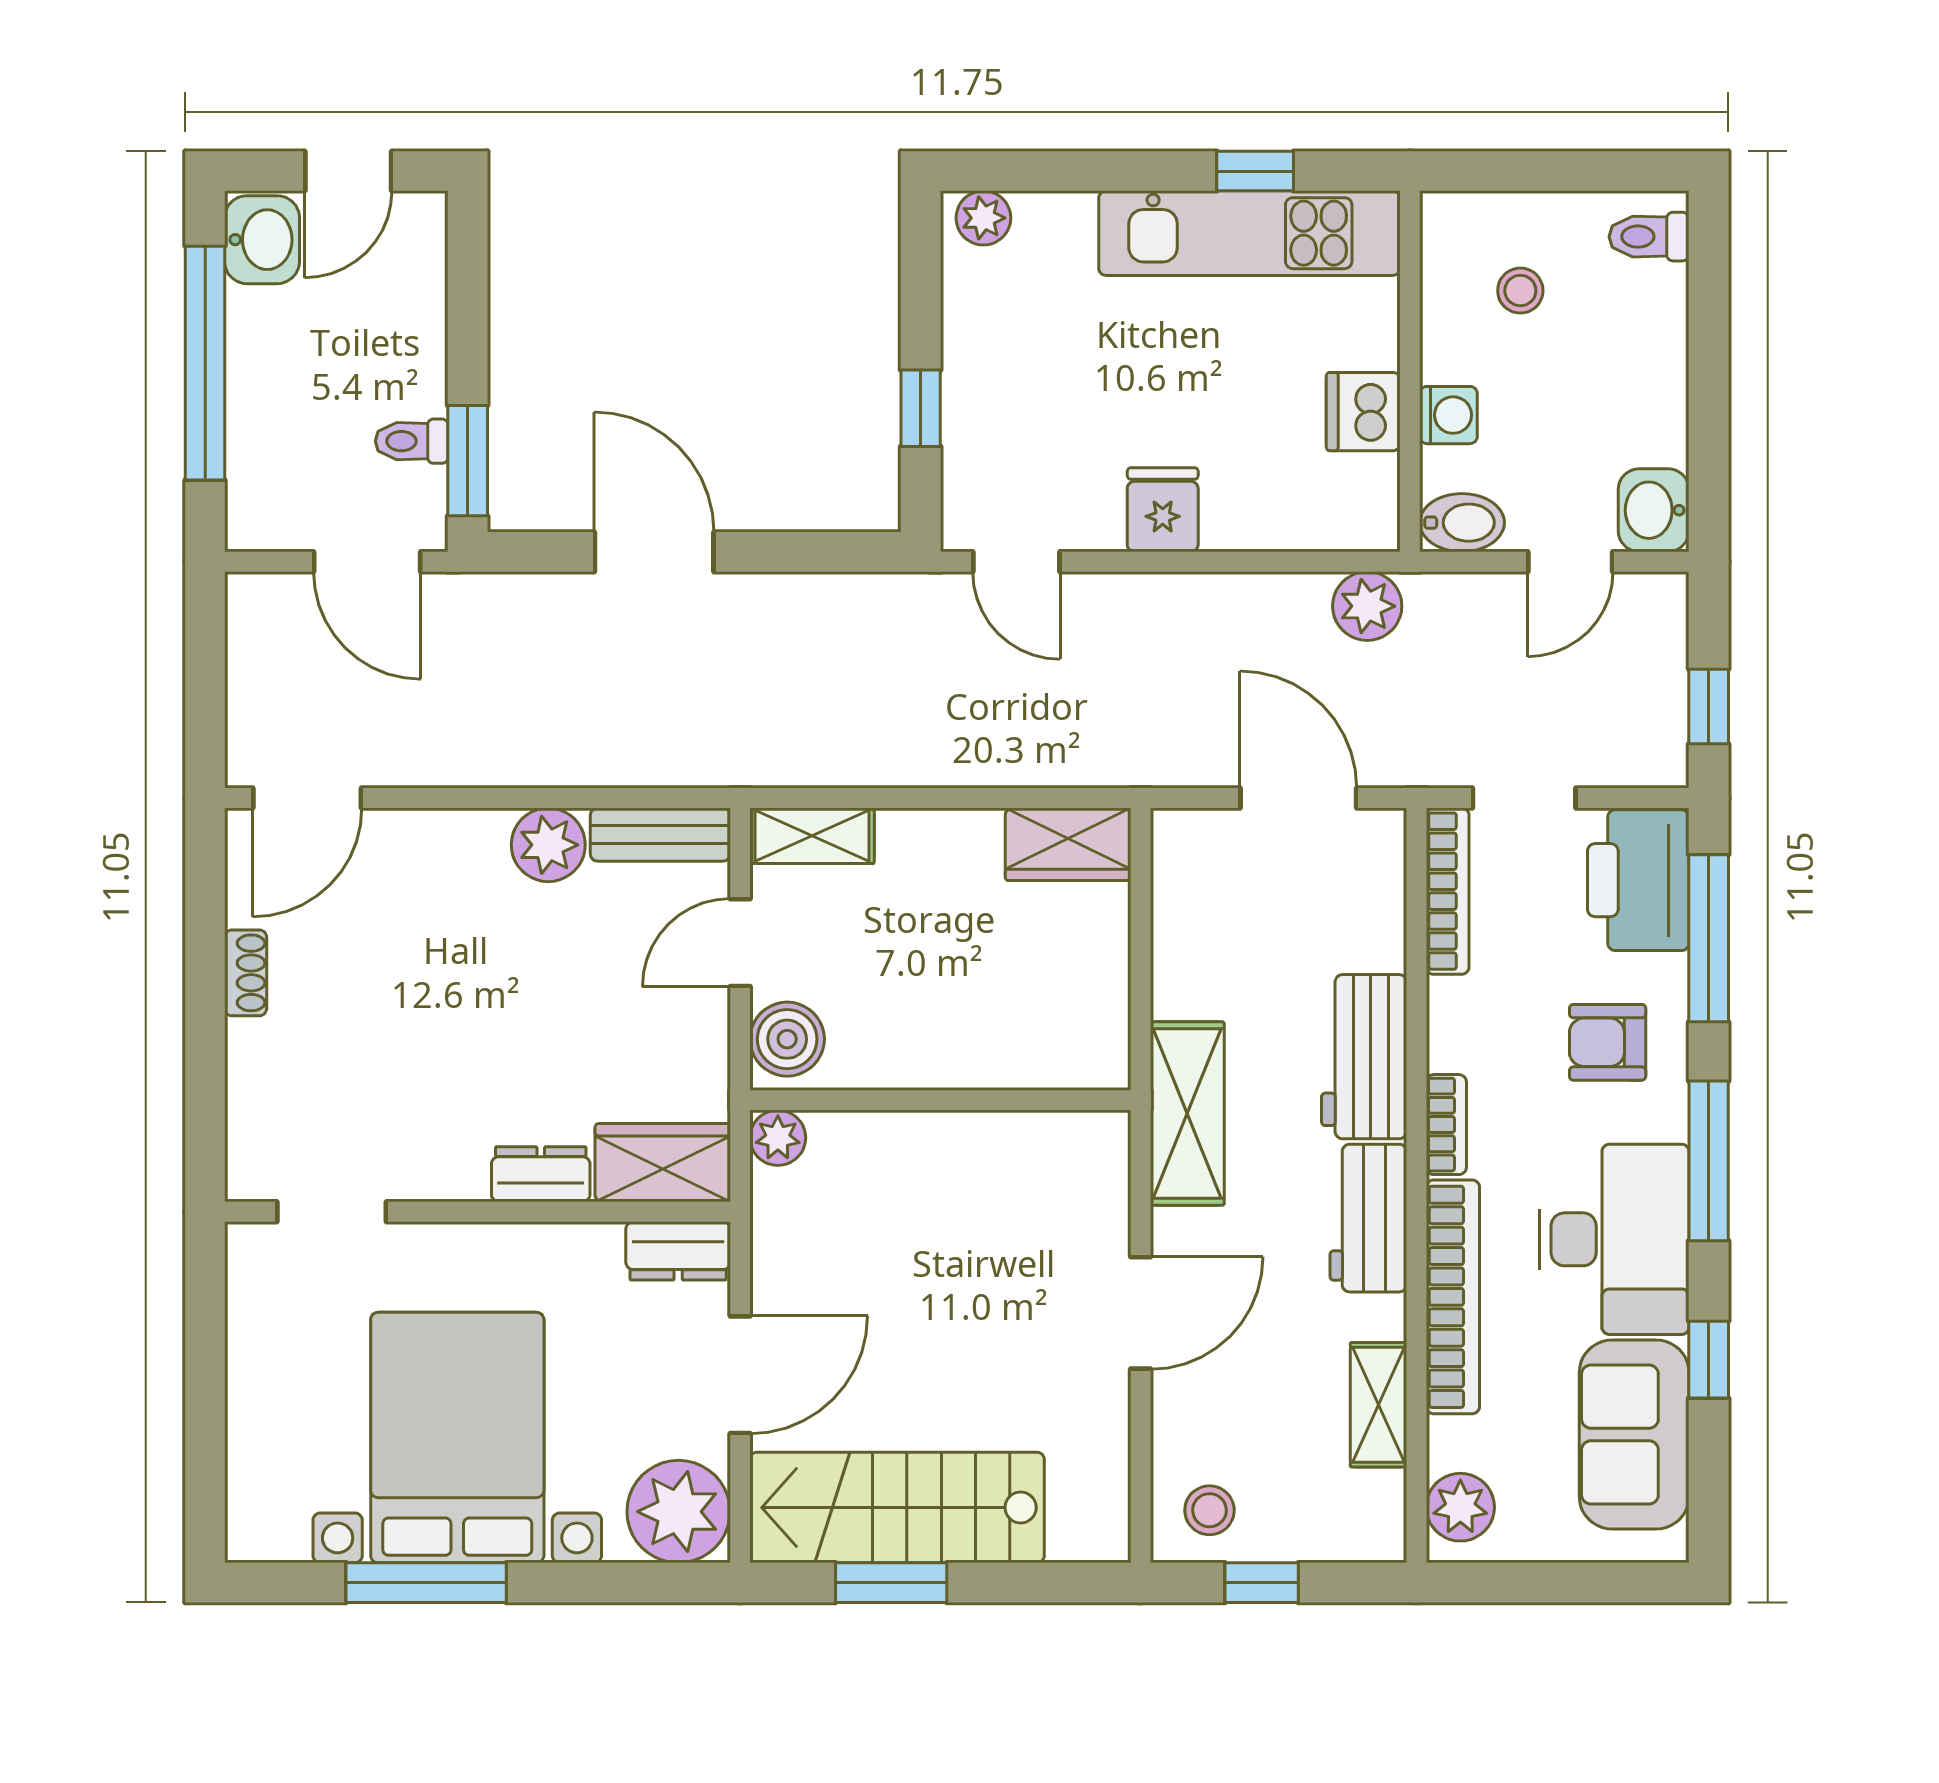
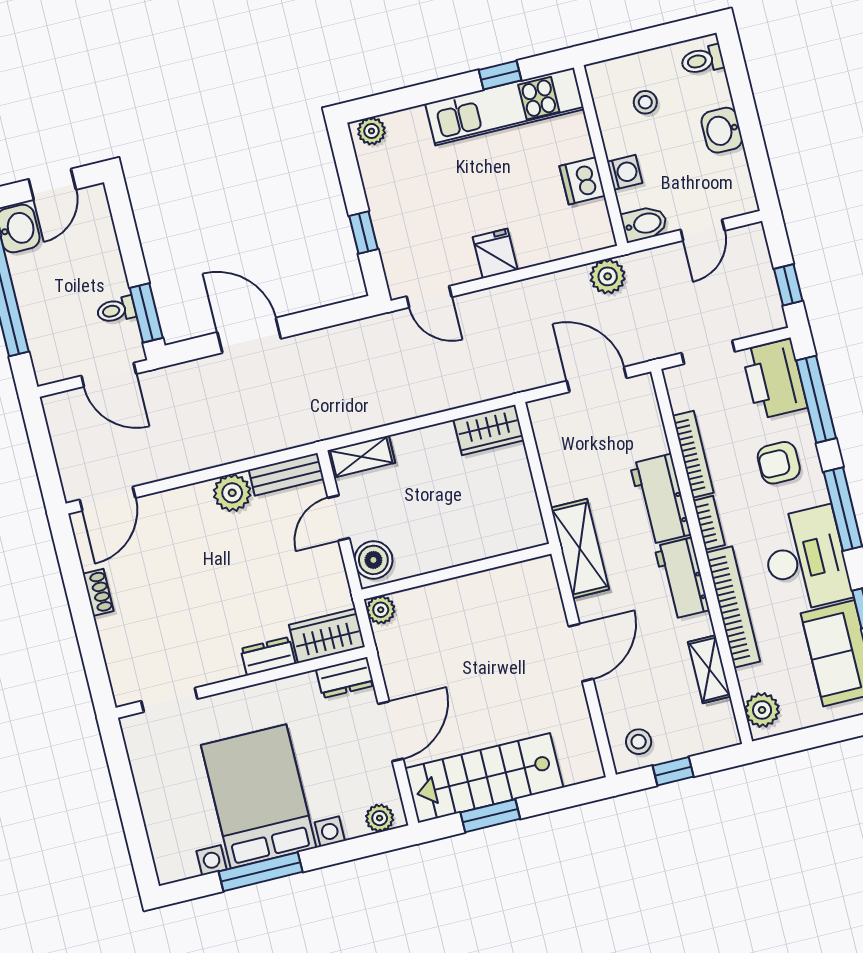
washbasin: (1654, 510) -> (722, 130), moved
bookcase: (1448, 891) -> (693, 454), moved
plant: (679, 1512) -> (380, 818), width x0.53, depth x0.53

